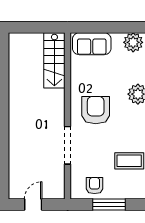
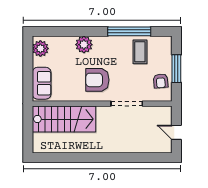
stairs: (54, 60) -> (64, 119), width x1.36, depth x1.51
armchair: (95, 186) -> (161, 81), turned -95

